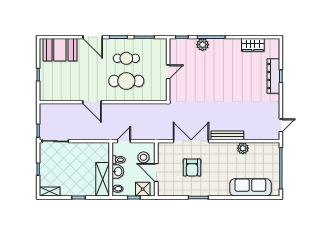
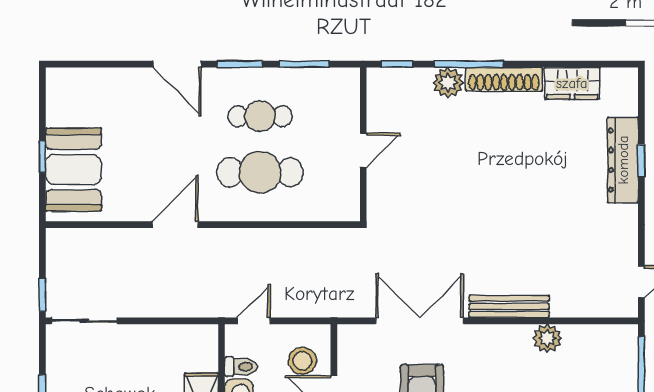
shoe rack: (225, 43) -> (504, 79), added
booth: (60, 50) -> (73, 170), moved, turned 90
door: (92, 102) -> (175, 225), swing flipped

